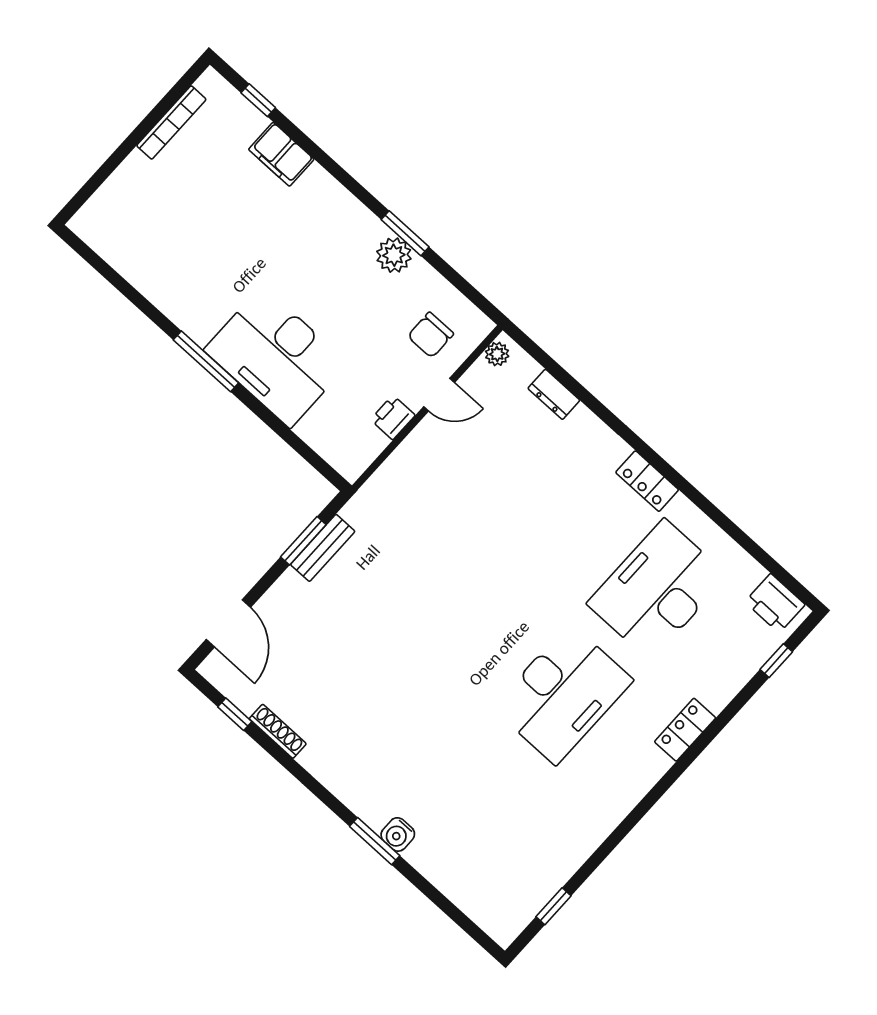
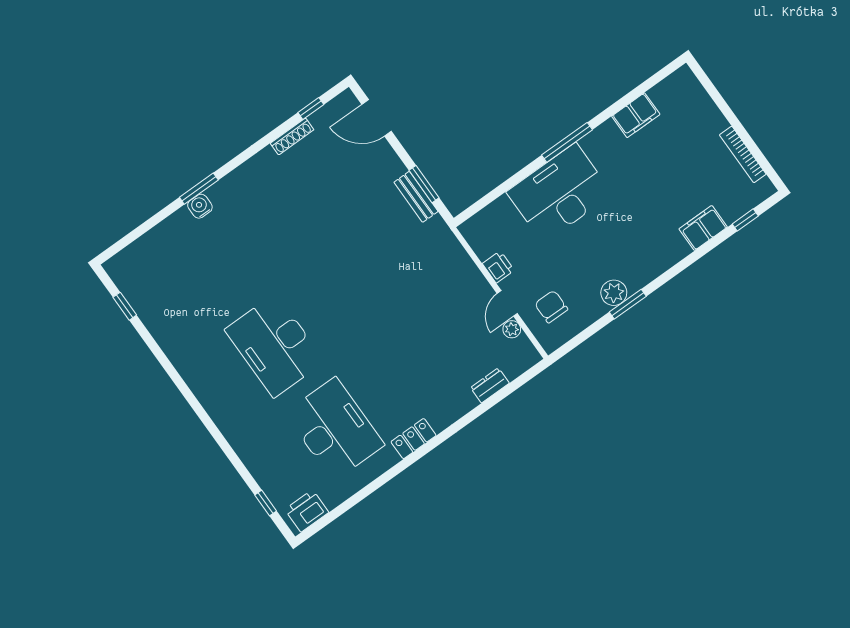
filing cabinet: (150, 277) -> (636, 115), added
plant: (497, 354) -> (512, 329), moved
locker: (685, 730) -> (230, 427), removed

